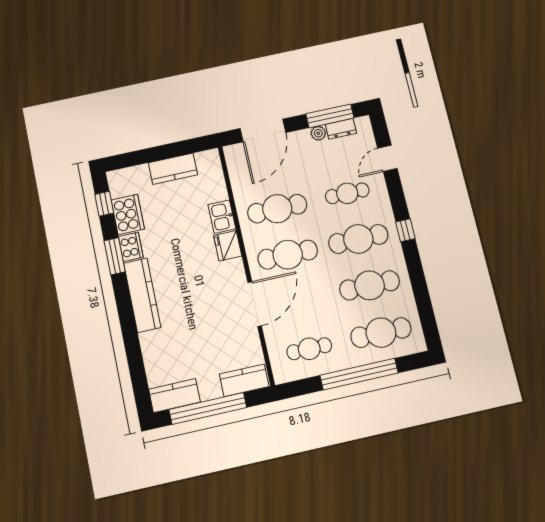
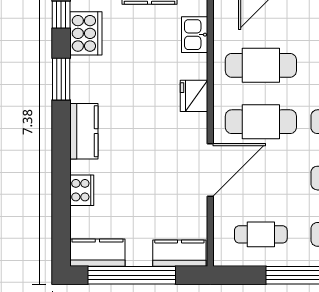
kitchen sink: (222, 217) -> (195, 35), moved
cooker: (131, 247) -> (82, 190), moved
kitchen counter: (142, 295) -> (84, 131), width x0.67

